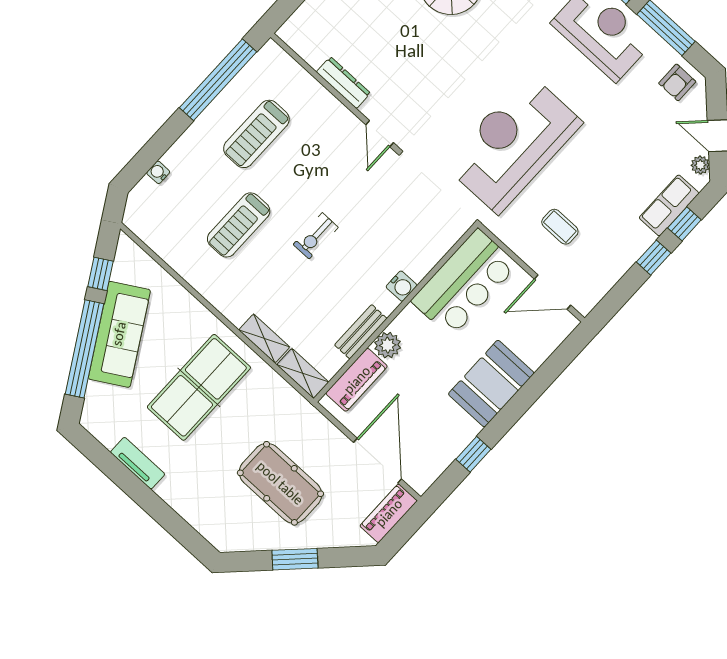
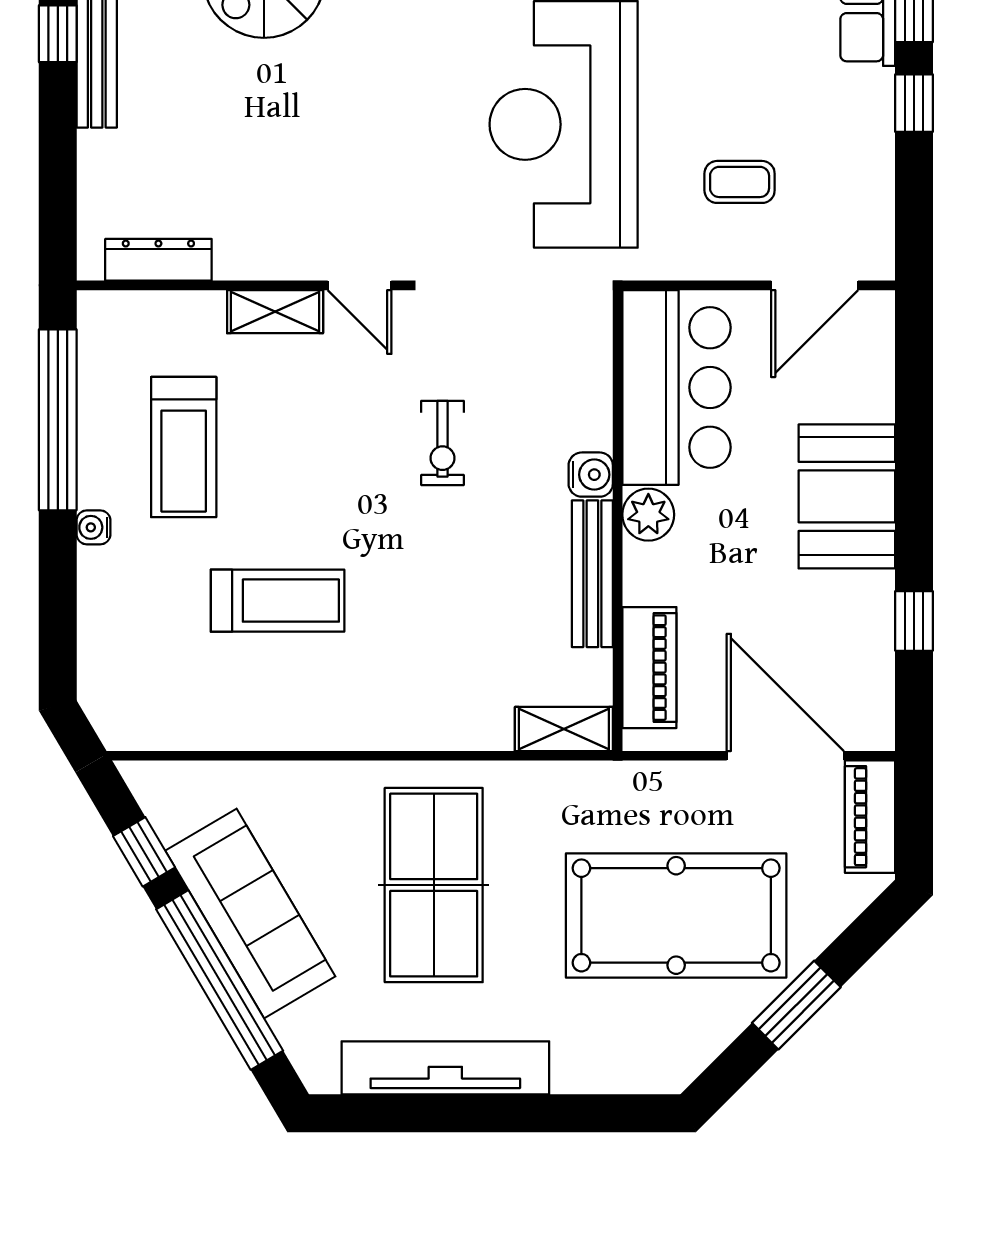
dresser: (343, 83) -> (158, 260), moved
water cooler: (158, 172) -> (94, 527), moved
treadmill: (239, 225) -> (278, 601), turned -90
exercise bike: (316, 236) -> (443, 443), moved
bench: (361, 332) -> (592, 574), width x1.36
shelving: (264, 338) -> (275, 312), moved
plant: (388, 345) -> (648, 515), moved
tv unit: (138, 463) -> (445, 1068), width x1.92, depth x1.29
pool table: (280, 483) -> (676, 915), width x1.36, depth x1.32

